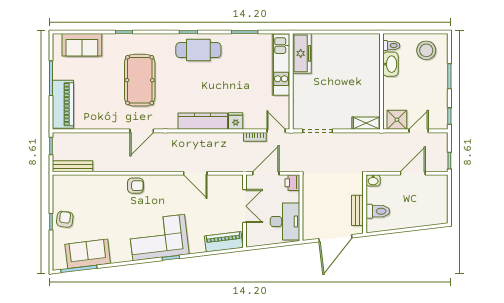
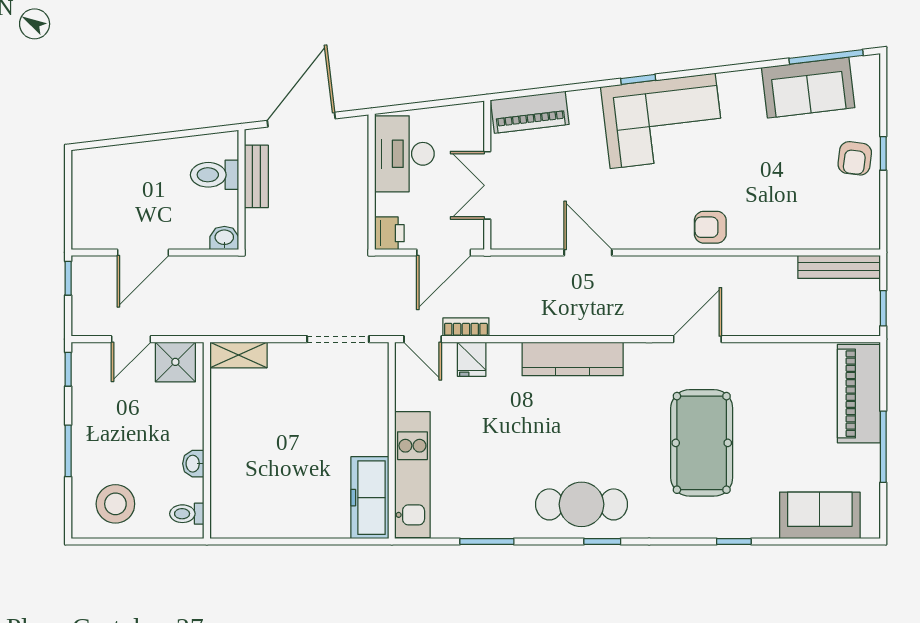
washbasin: (391, 64) -> (193, 464), width x0.52, depth x0.69
fridge: (236, 121) -> (472, 359), moved

